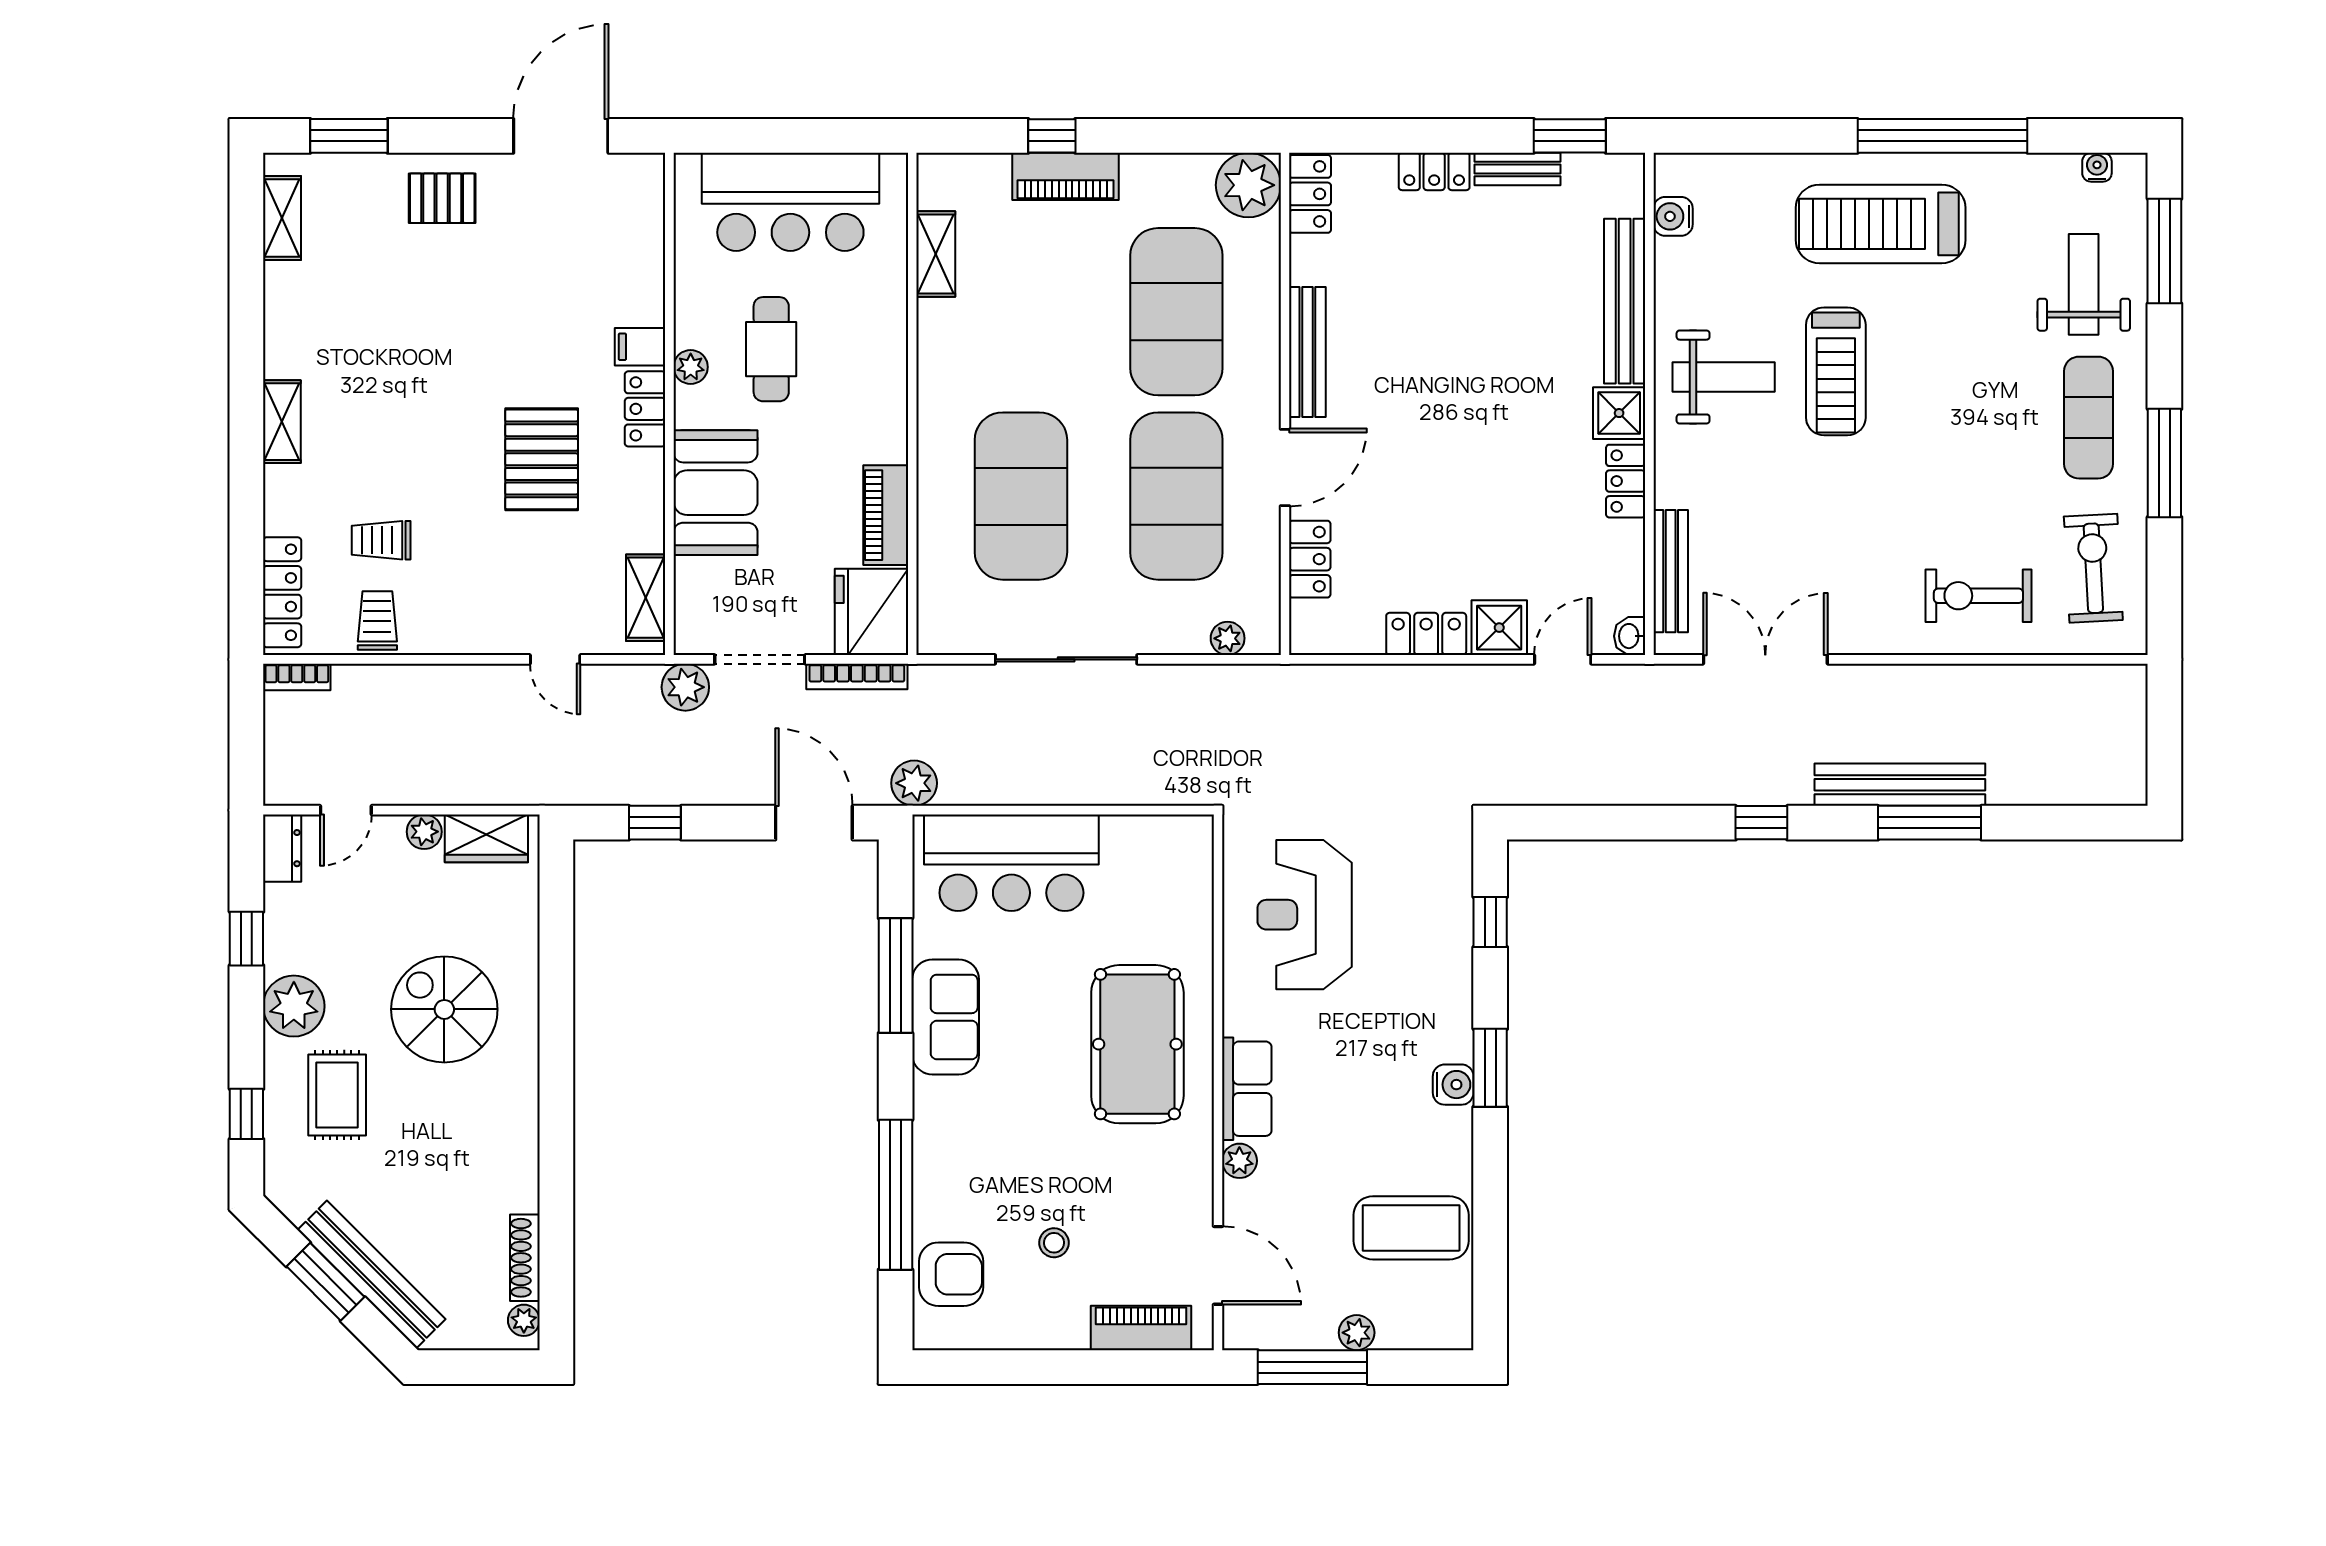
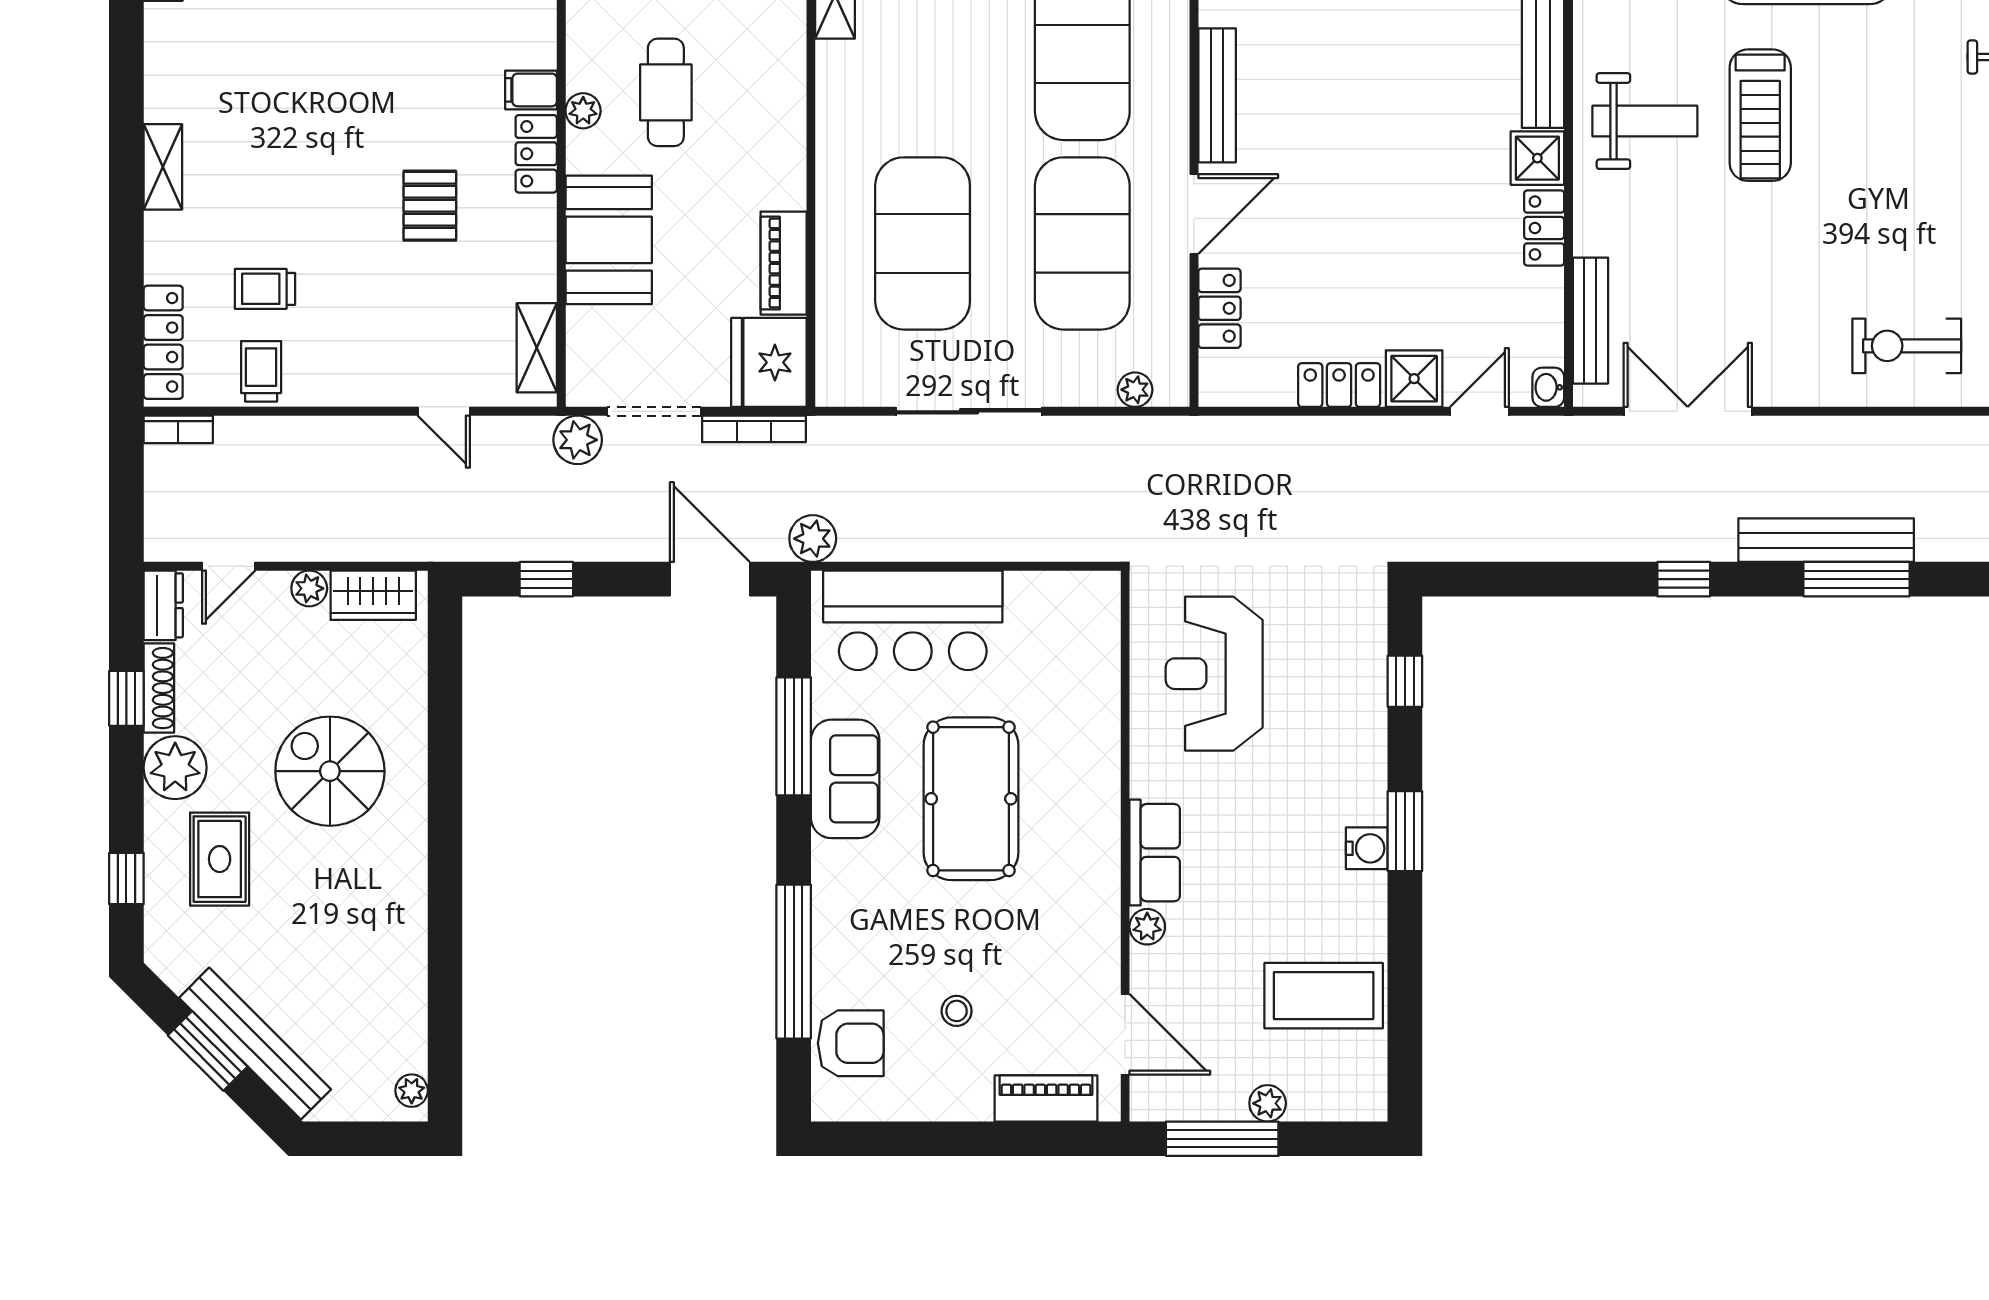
pallet: (542, 459) -> (430, 206), width x0.67, depth x0.71
pool table: (1137, 1044) -> (971, 799), moved
shoe rack: (525, 1258) -> (159, 688), moved, turned 180

